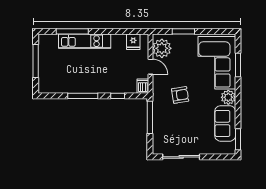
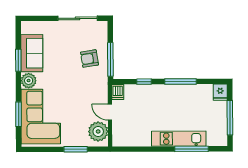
fridge: (133, 42) -> (220, 92), moved, turned 180
armchair: (180, 95) -> (89, 59), moved
window: (238, 139) -> (18, 60), moved

